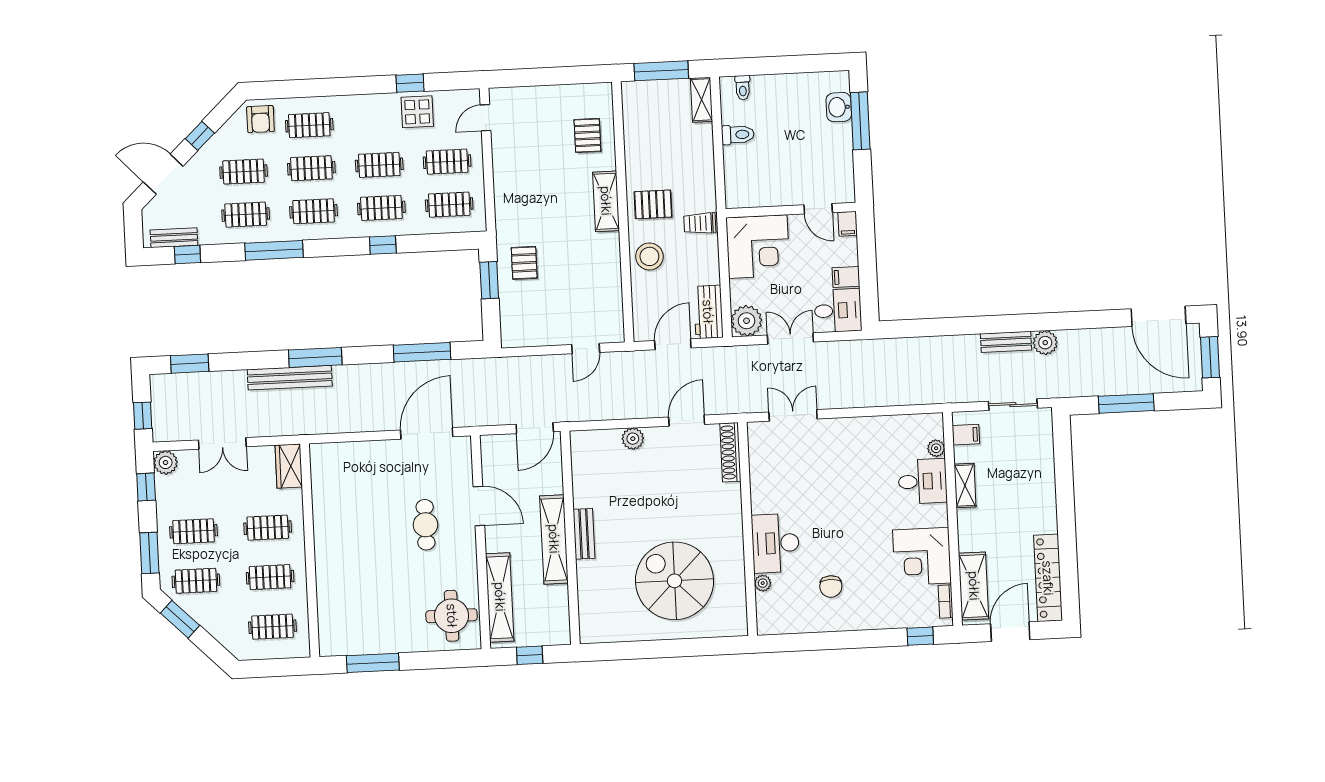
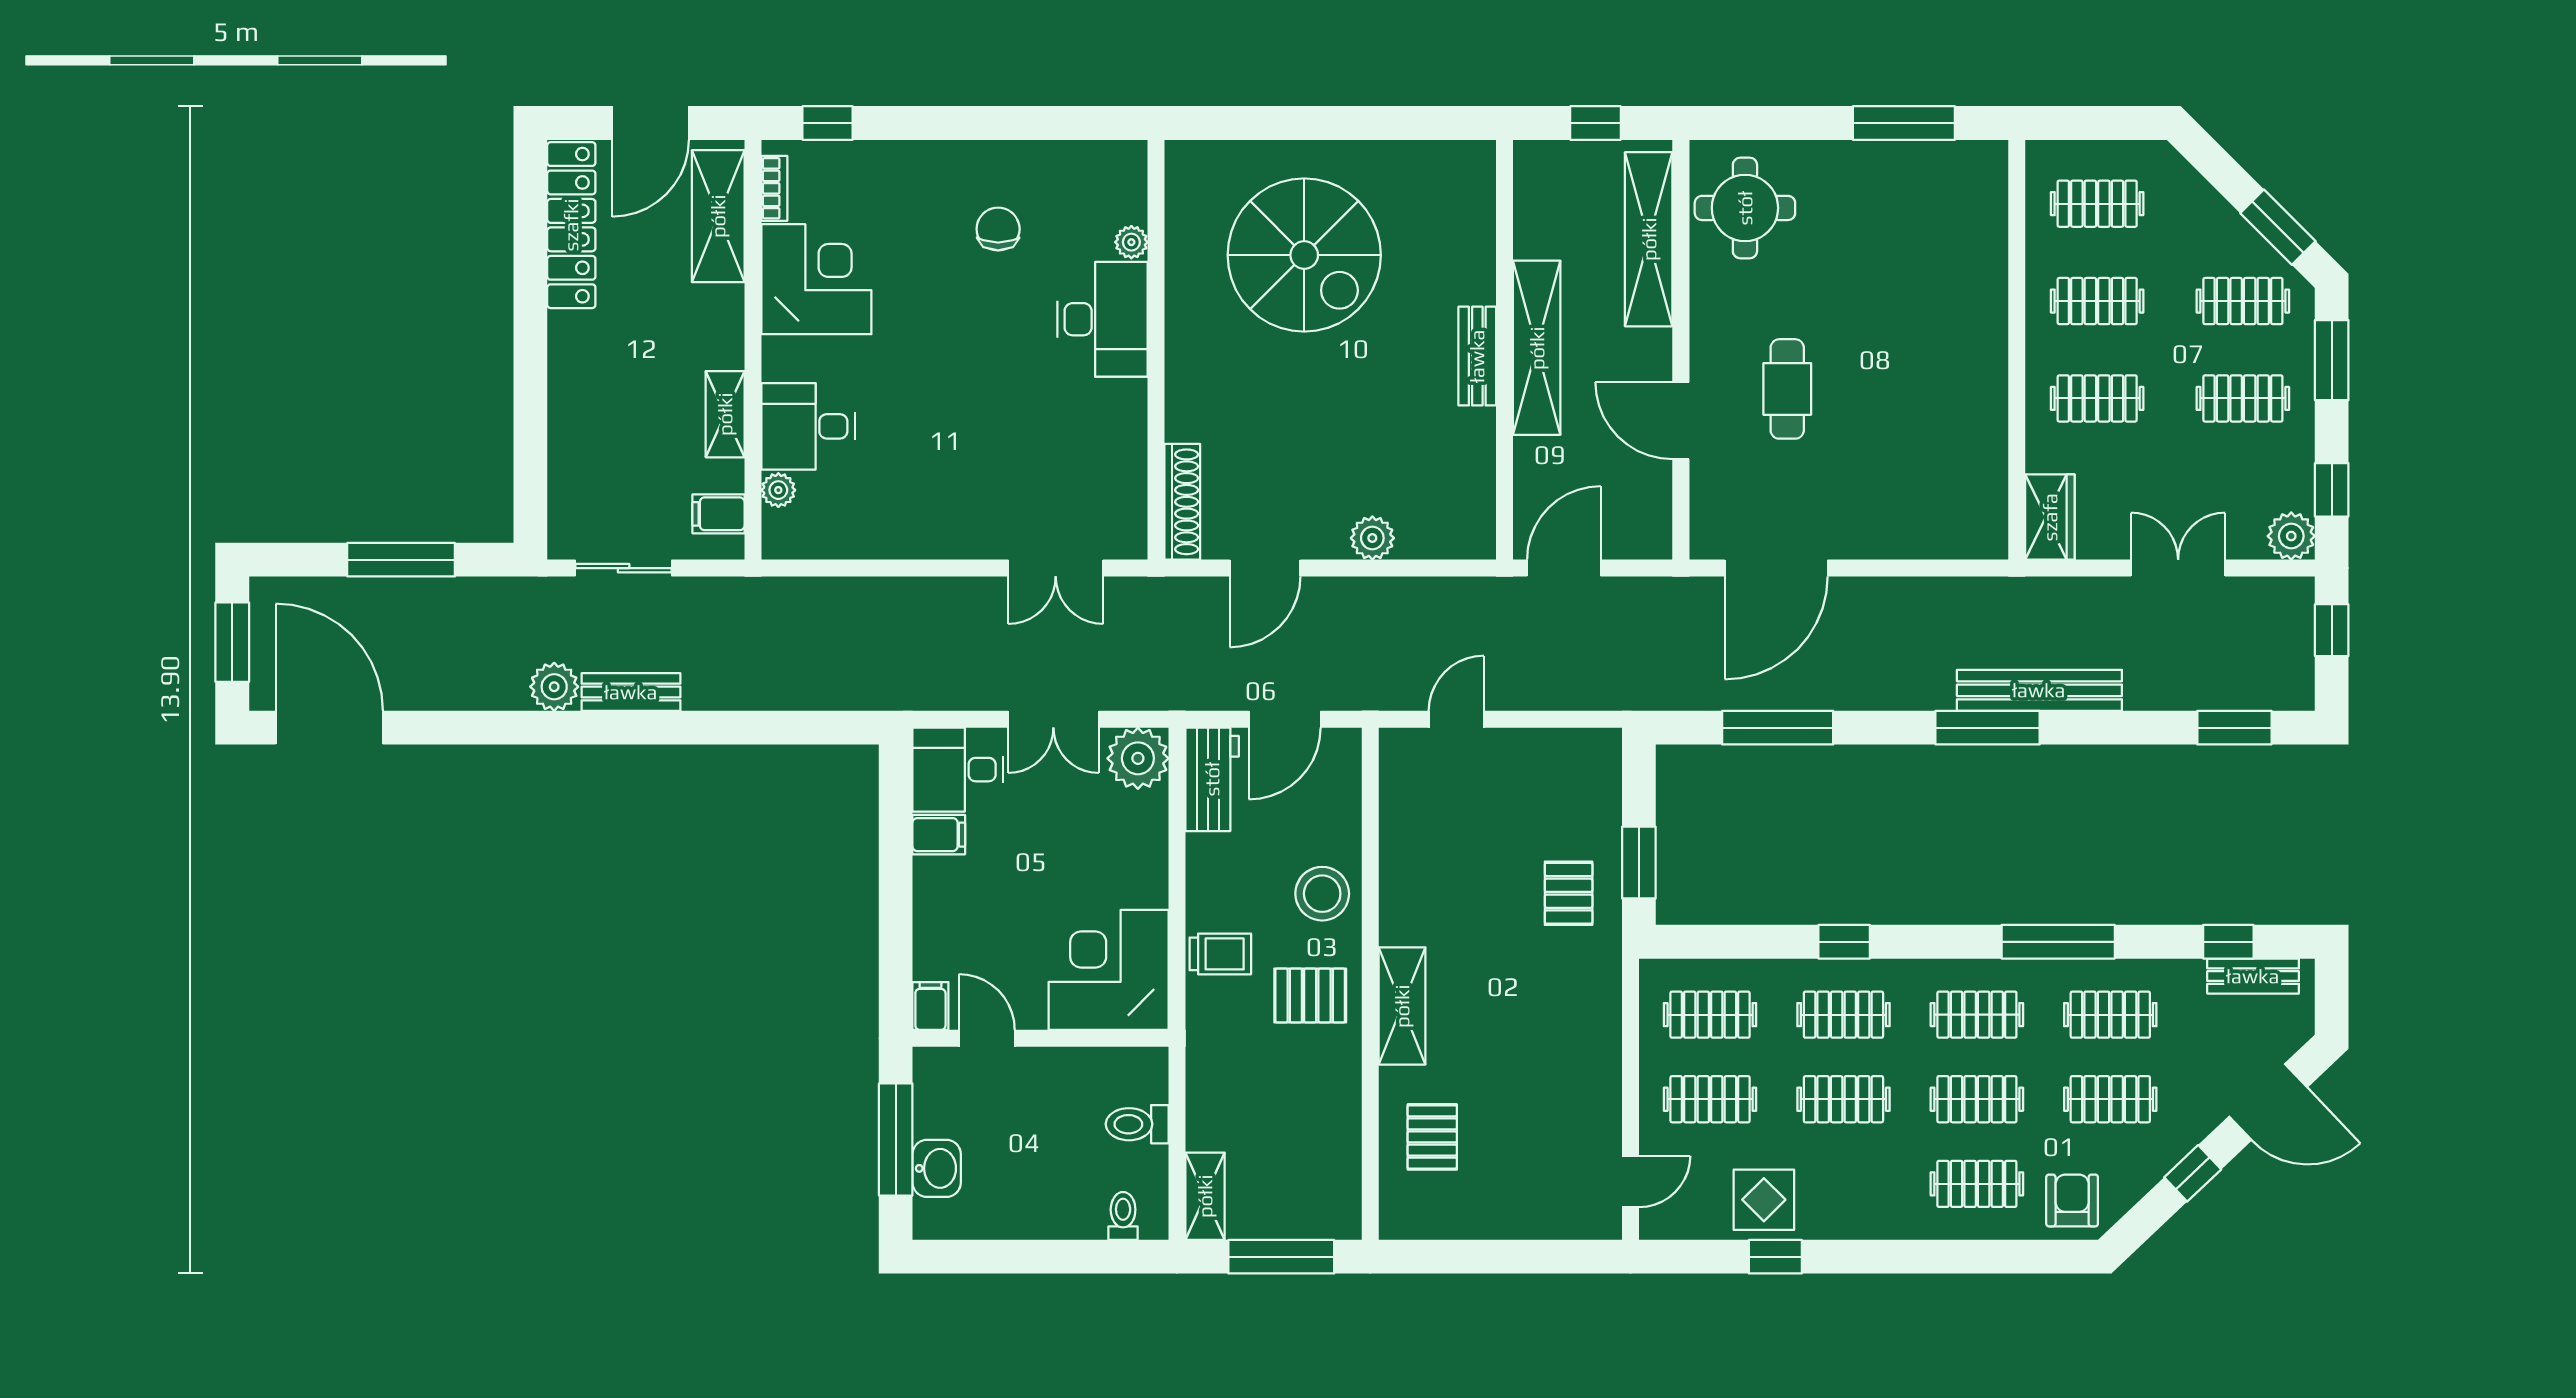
door: (818, 209) -> (987, 1038), moved
wall: (791, 210) -> (1041, 1038), moved
filing cabinet: (848, 224) -> (930, 1006), moved
corner desk: (758, 247) -> (1109, 970), moved

